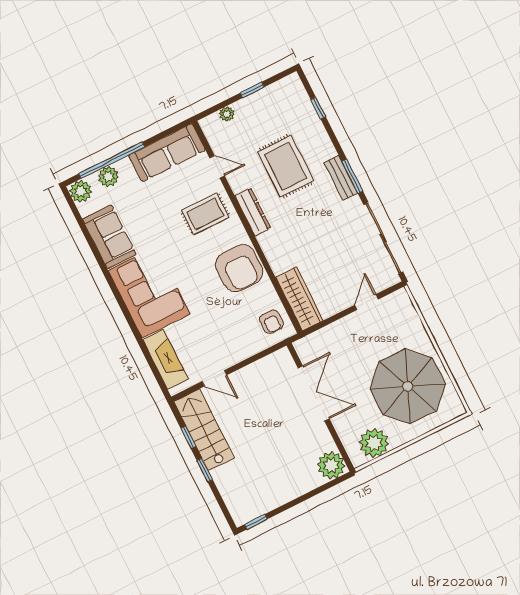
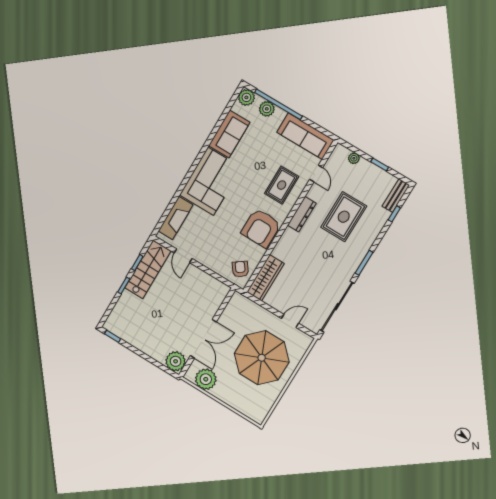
bench: (341, 178) -> (396, 196), moved
rug: (205, 214) -> (282, 185), turned 90
armchair: (271, 322) -> (240, 269), turned 144
parasol: (408, 386) -> (262, 358), moved
double door: (314, 393) -> (203, 339), moved

